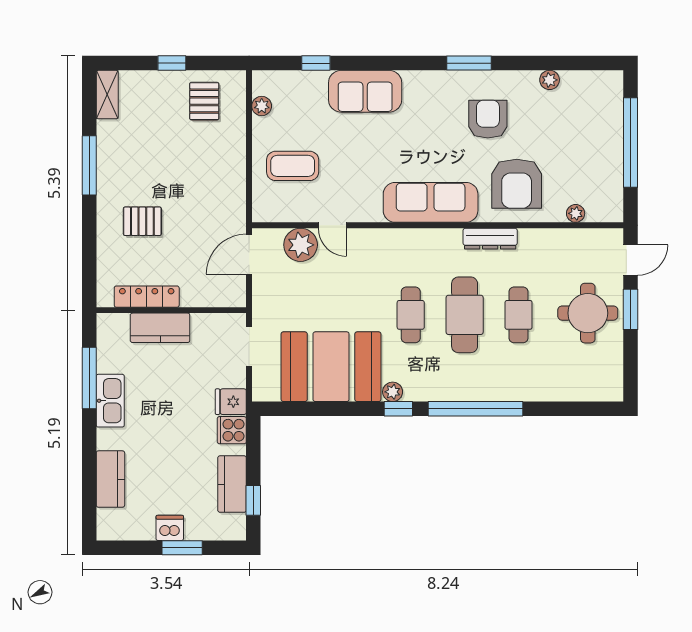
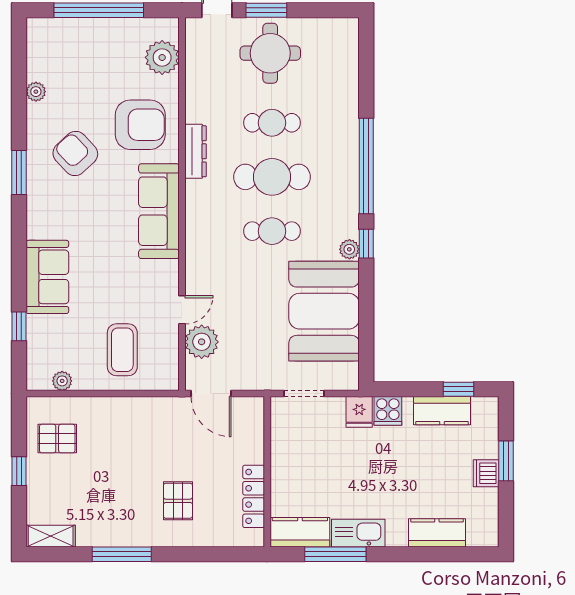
armchair: (488, 119) -> (75, 154), turned 47
plant: (576, 213) -> (162, 57), width x1.88, depth x1.88
kitchen counter: (160, 328) -> (300, 532), moved, turned -90

